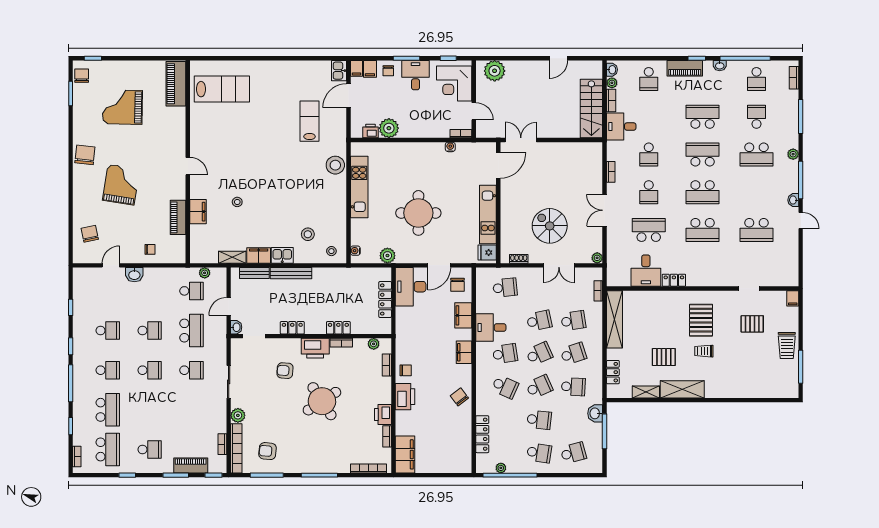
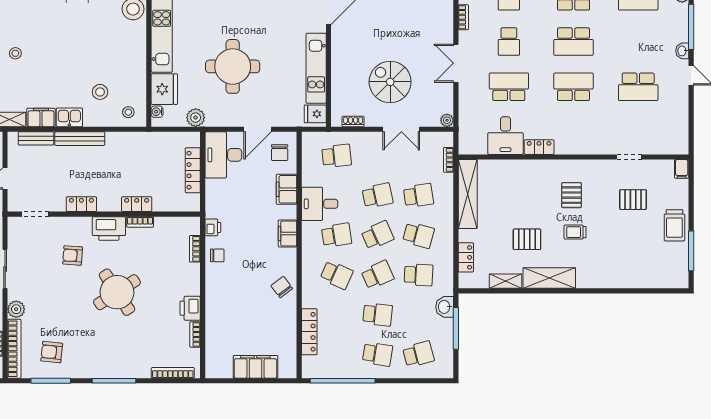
school desk: (703, 230) -> (574, 87), turned 180
fridge: (361, 232) -> (164, 89), added
pallet: (701, 320) -> (572, 195), width x0.67, depth x0.71
washbasin: (236, 327) -> (14, 204), removed
plant: (374, 344) -> (179, 223), removed
school desk: (573, 354) -> (418, 235), turned 33
printer: (405, 397) -> (213, 227), moved, width x0.53, depth x0.68
filing cabinet: (405, 454) -> (255, 367), moved, turned -90
plant: (501, 468) -> (332, 372), removed

